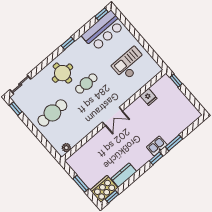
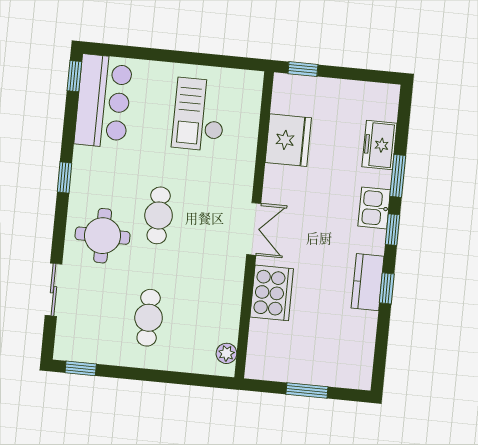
sliding door: (20, 84) -> (53, 290), moved
fridge: (149, 97) -> (288, 140), width x1.88, depth x1.34
cafe table: (52, 113) -> (149, 318), width x0.73, depth x0.74
freezer: (177, 128) -> (379, 145), added
kitchen counter: (124, 175) -> (368, 282), moved
cooker: (104, 189) -> (272, 293), moved, turned 180
window: (112, 197) -> (387, 288), moved

